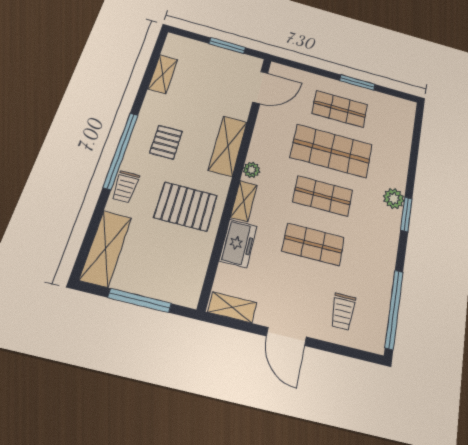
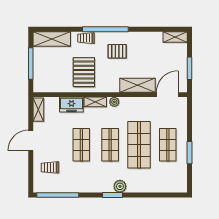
shelving: (163, 74) -> (175, 37), moved
door: (260, 87) -> (167, 95), swing flipped
shelving: (228, 146) -> (137, 85), moved

